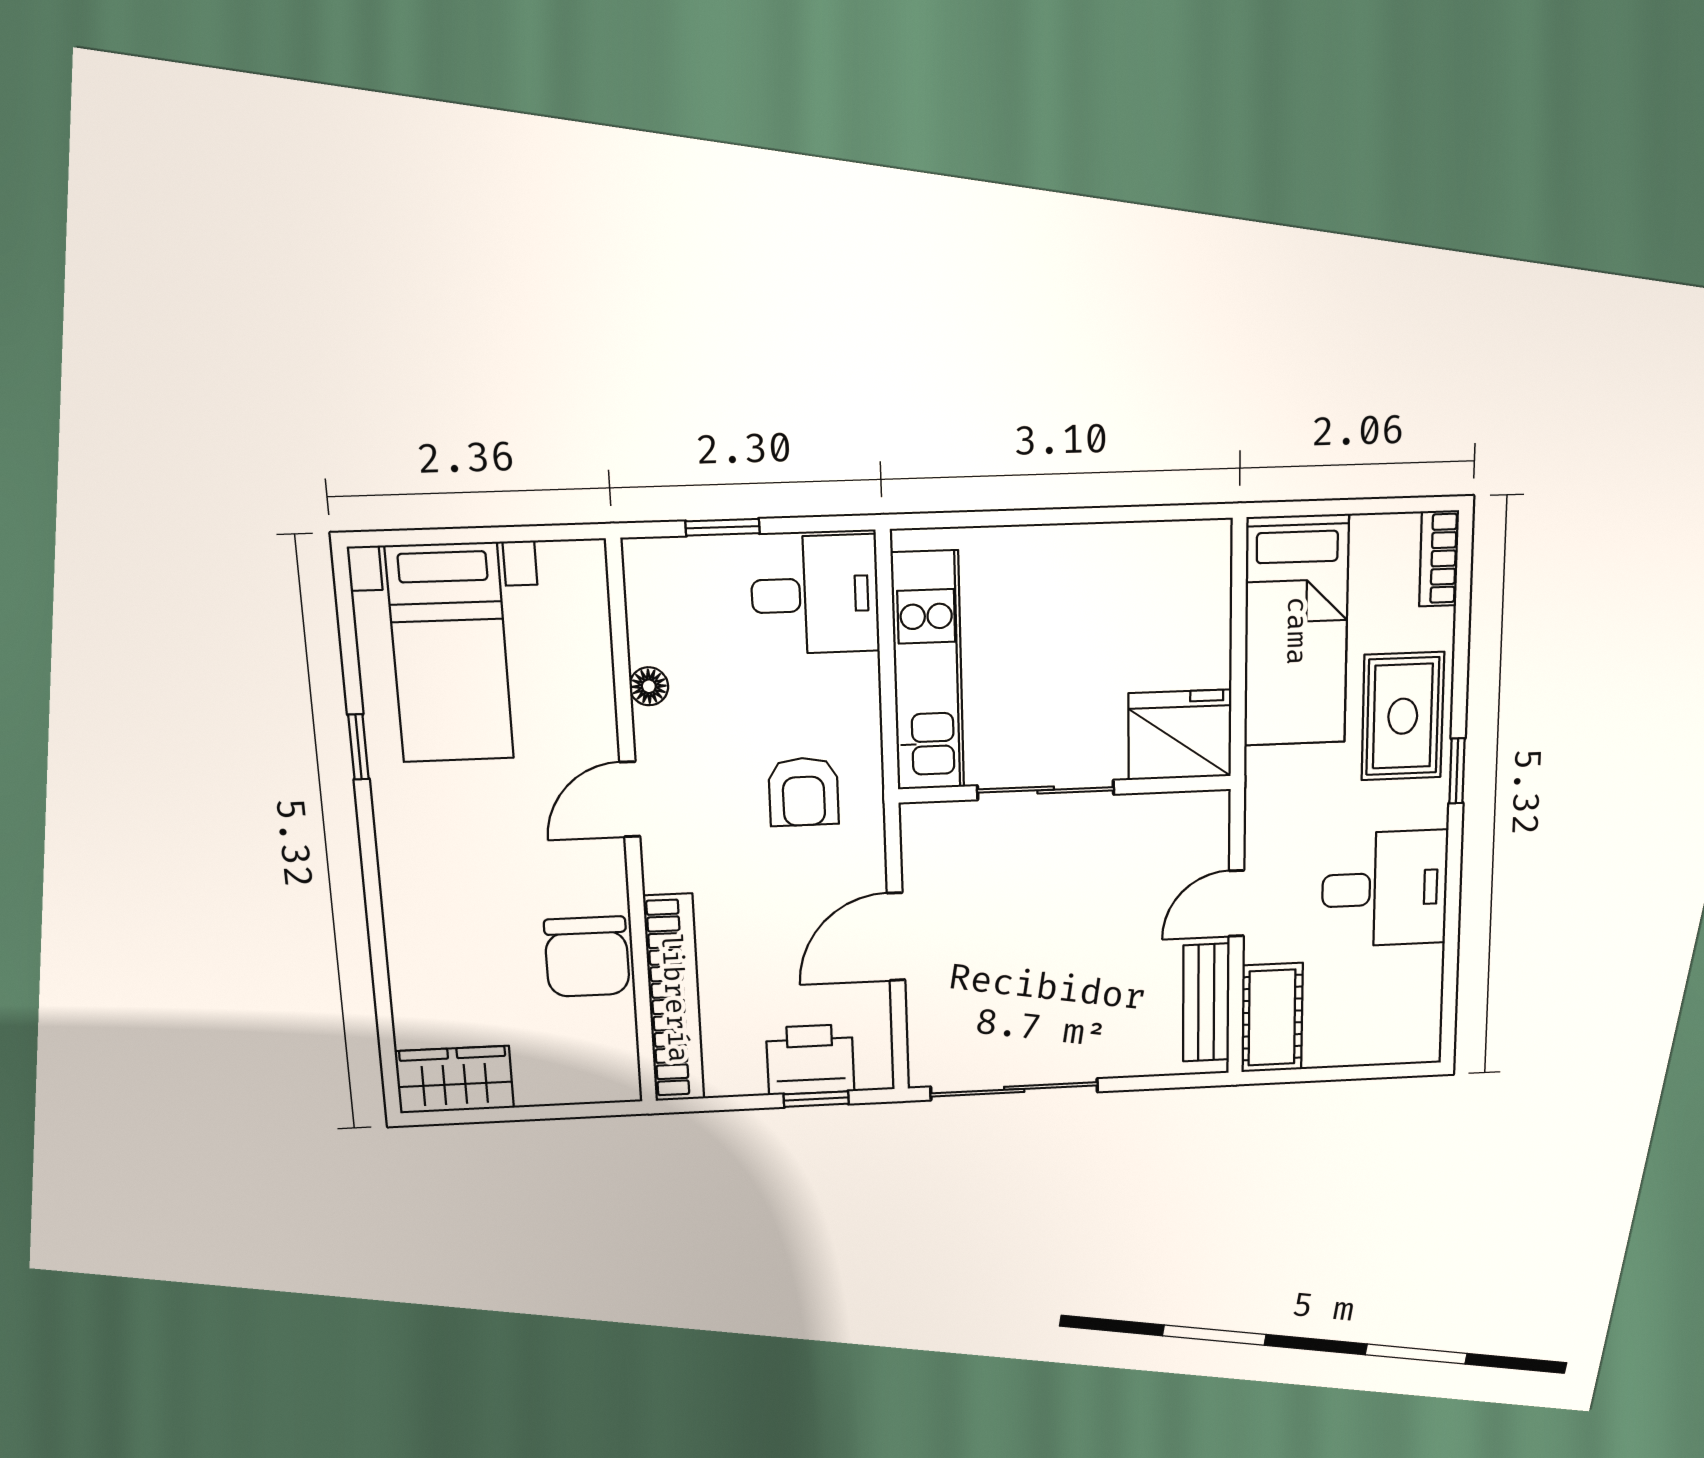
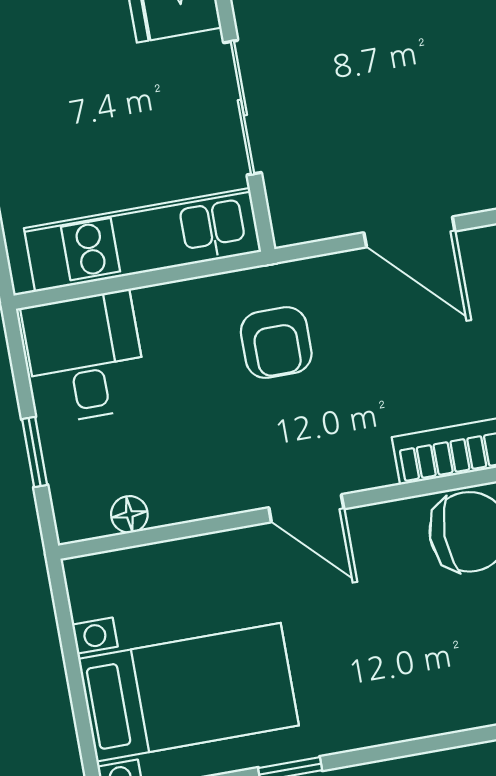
floor lamp: (649, 686) -> (129, 514), moved
armchair: (804, 792) -> (276, 343), turned 90

